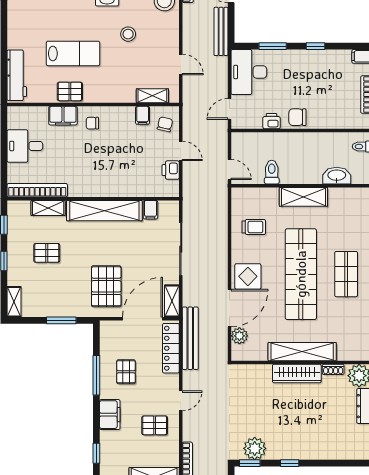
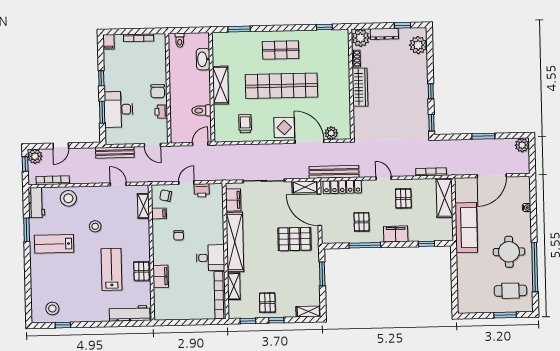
bench: (221, 31) -> (115, 153), moved
door: (181, 65) -> (118, 184), hinge flipped
desk: (249, 72) -> (119, 109), moved, turned 90
chair: (92, 123) -> (179, 235), moved
desk: (25, 146) -> (211, 258), moved, turned -90
filing cabinet: (150, 210) -> (233, 200), width x2.00
pallet: (47, 253) -> (267, 303), moved
shelving: (302, 352) -> (343, 83), removed
pallet: (126, 372) -> (362, 222), turned 90
plant: (255, 448) -> (418, 45), moved

